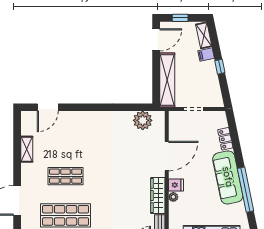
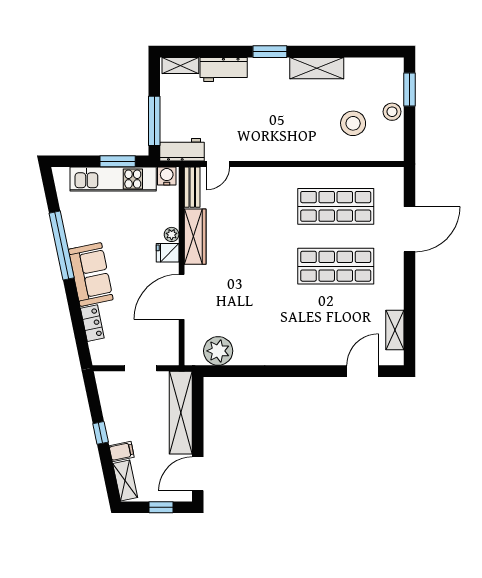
shelving: (27, 149) -> (395, 330), moved
shop shelf: (66, 176) -> (336, 266), width x1.43, depth x1.36
sofa: (228, 177) -> (91, 274), width x0.73

